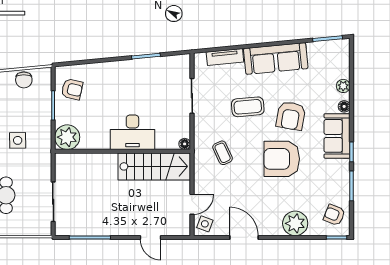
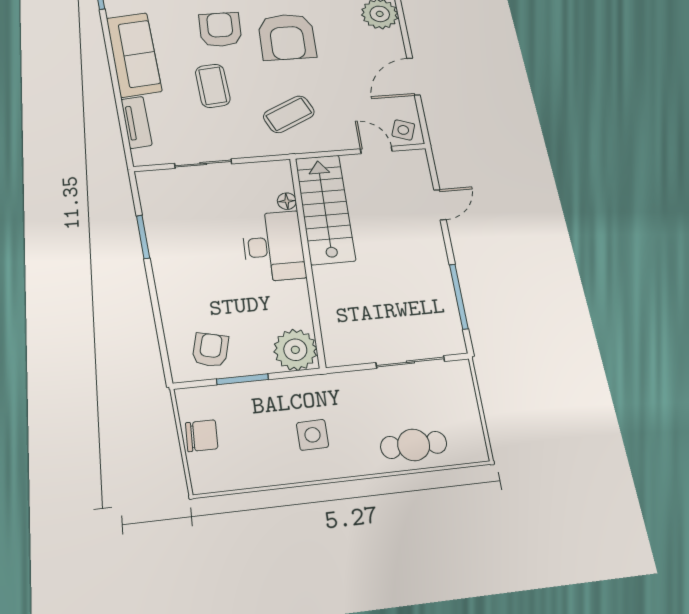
armchair: (291, 116) -> (220, 30), turned -100
floor lamp: (185, 144) -> (287, 201), moved
coffee table: (223, 153) -> (289, 114), width x1.36, depth x1.30

